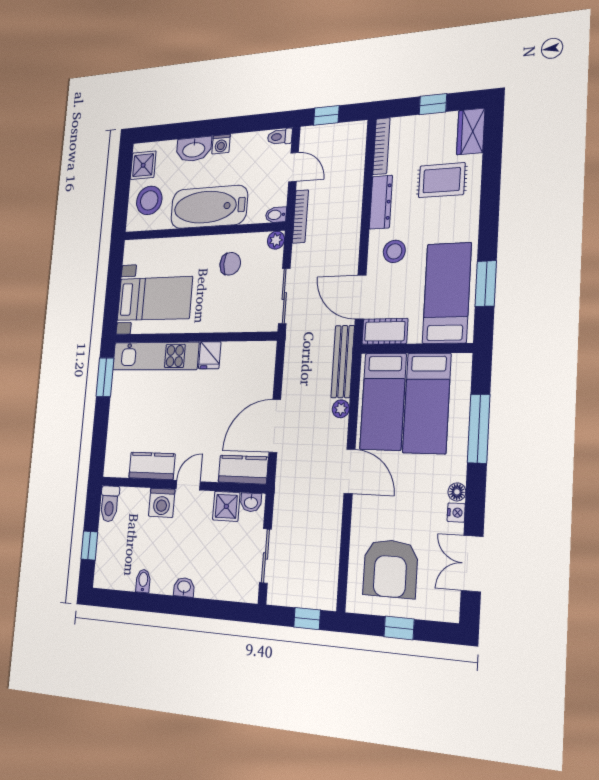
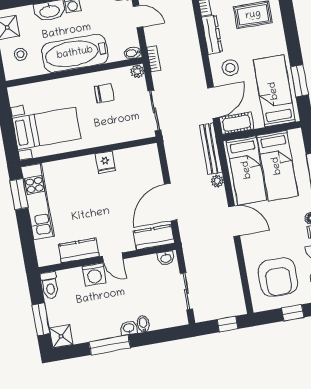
stool: (149, 200) -> (21, 54), width x0.53, depth x0.53
bookcase: (300, 216) -> (154, 59), width x0.64
door: (361, 297) -> (213, 103), swing flipped
kitchen unit: (155, 356) -> (38, 202), moved, turned -90
door: (188, 485) -> (113, 258), swing flipped
shower: (226, 506) -> (61, 336), moved
window: (89, 546) -> (41, 319), width x1.50
bidet: (143, 581) -> (143, 324), moved
window: (157, 603) -> (110, 345), added

